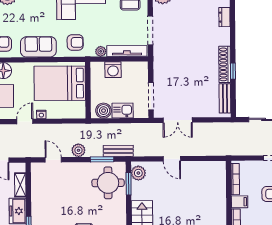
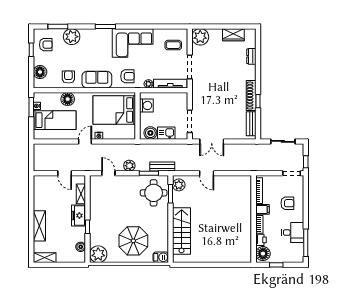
washing machine: (113, 70) -> (146, 105), moved, turned -90

